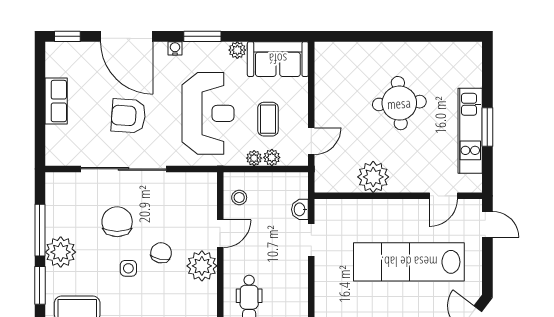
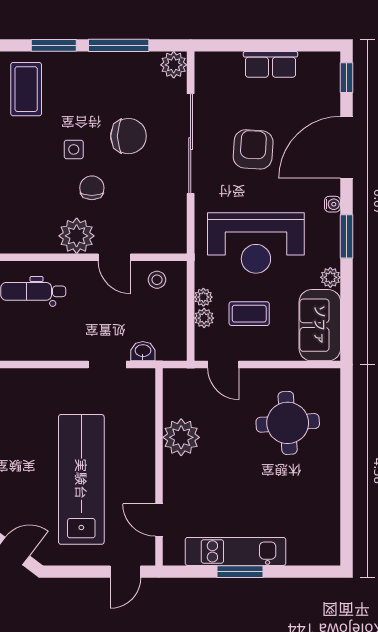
round table: (399, 103) -> (288, 423), moved
plant: (61, 252) -> (174, 65), moved, width x0.73, depth x0.73
chair: (161, 253) -> (92, 188), turned -102

